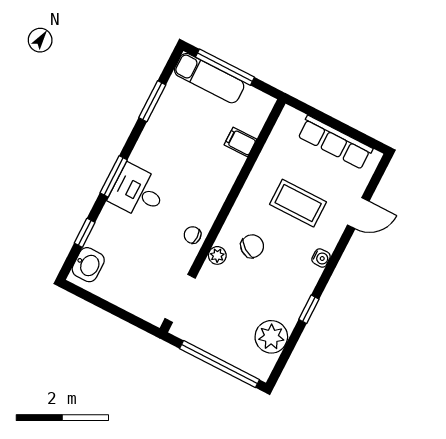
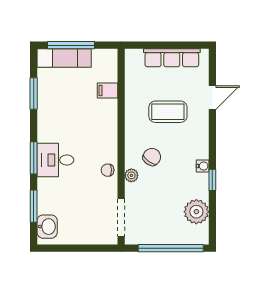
window: (85, 233) -> (34, 206), width x1.50
water cooler: (321, 258) -> (203, 166), moved

